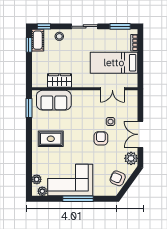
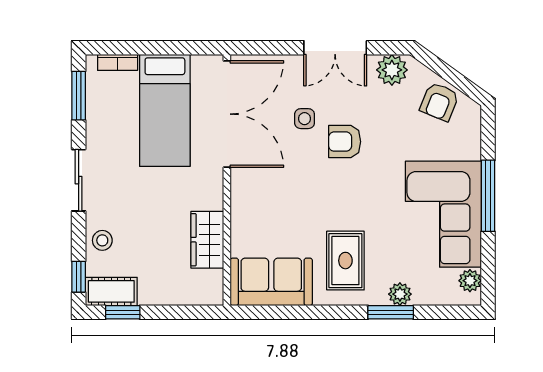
double door: (112, 89) -> (227, 114), width x1.87
sofa: (54, 100) -> (271, 282), moved, turned -90
window: (29, 108) -> (391, 312), moved
plant: (37, 179) -> (400, 294), moved

